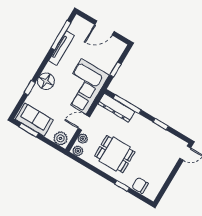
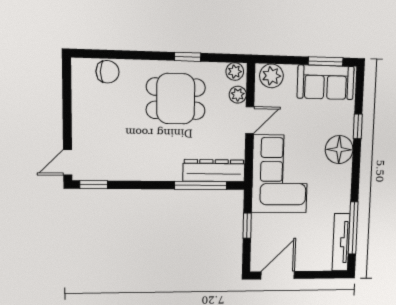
door: (104, 28) -> (278, 275), moved
tv unit: (62, 48) -> (341, 242), moved
window: (161, 124) -> (94, 185), moved
window: (122, 186) -> (188, 57), moved

